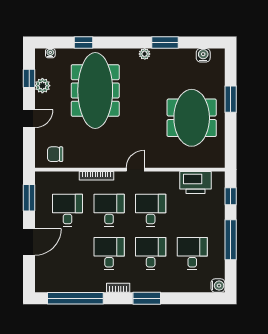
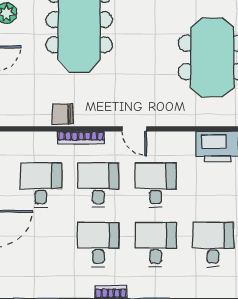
chair: (55, 154) -> (63, 114), moved
door: (135, 170) -> (134, 129), swing flipped

